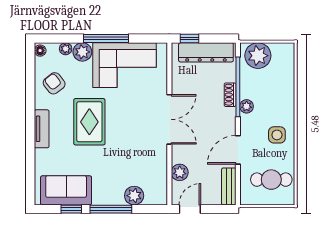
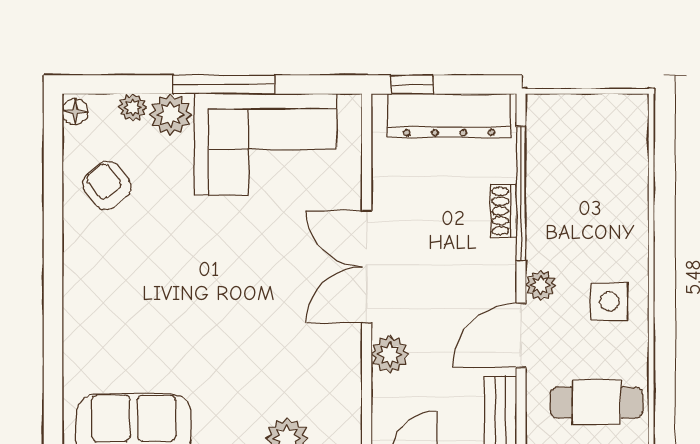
plant: (258, 56) -> (566, 123), removed
plant: (247, 106) -> (541, 285), moved
double door: (169, 119) -> (367, 267), swing flipped
rug: (89, 122) -> (186, 272), removed
tv unit: (42, 129) -> (79, 288), removed
plant: (180, 172) -> (390, 355), moved

